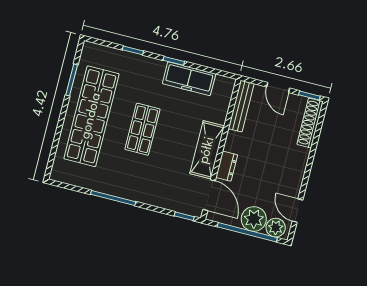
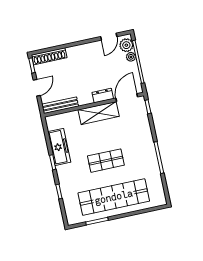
plant: (254, 219) -> (131, 57), width x0.53, depth x0.53

